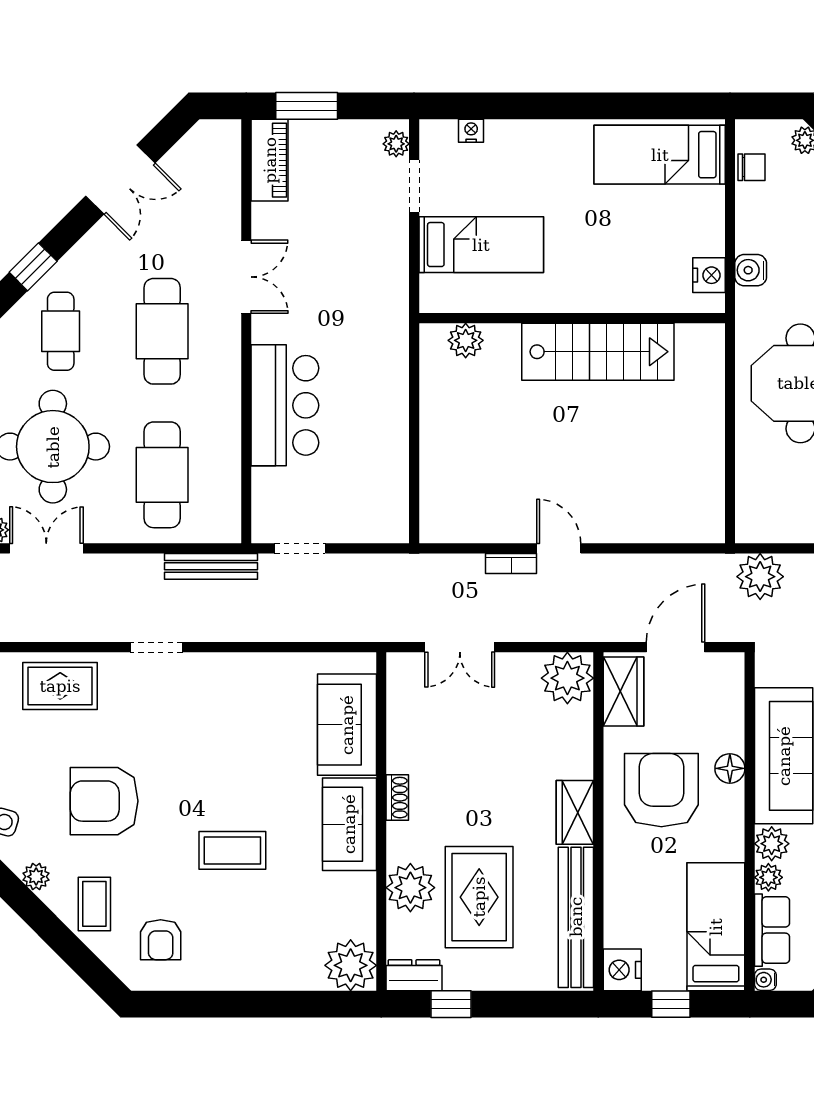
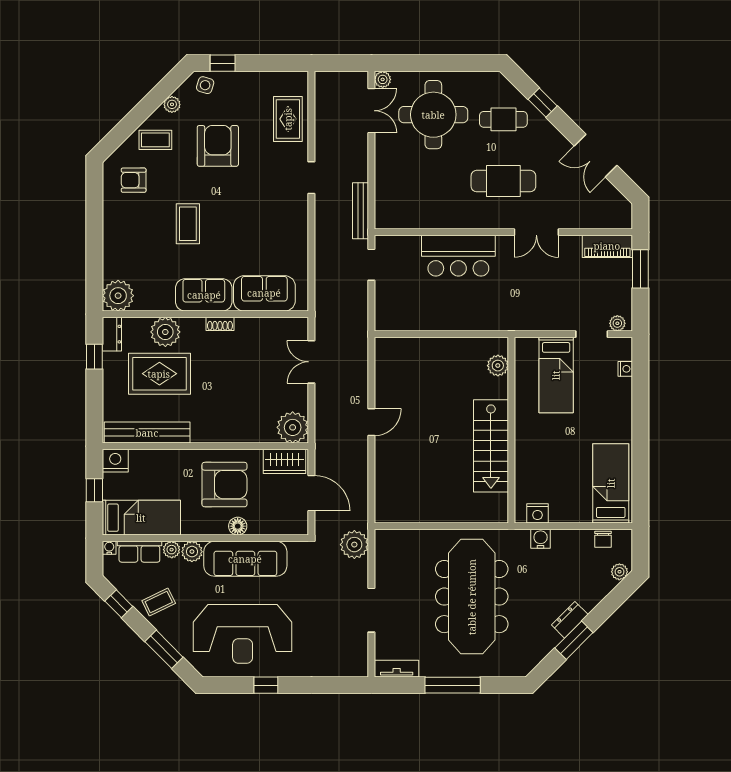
cafe table: (162, 475) -> (416, 181), removed
bookcase: (511, 564) -> (362, 393), removed
wardrobe: (575, 812) -> (211, 432), removed

